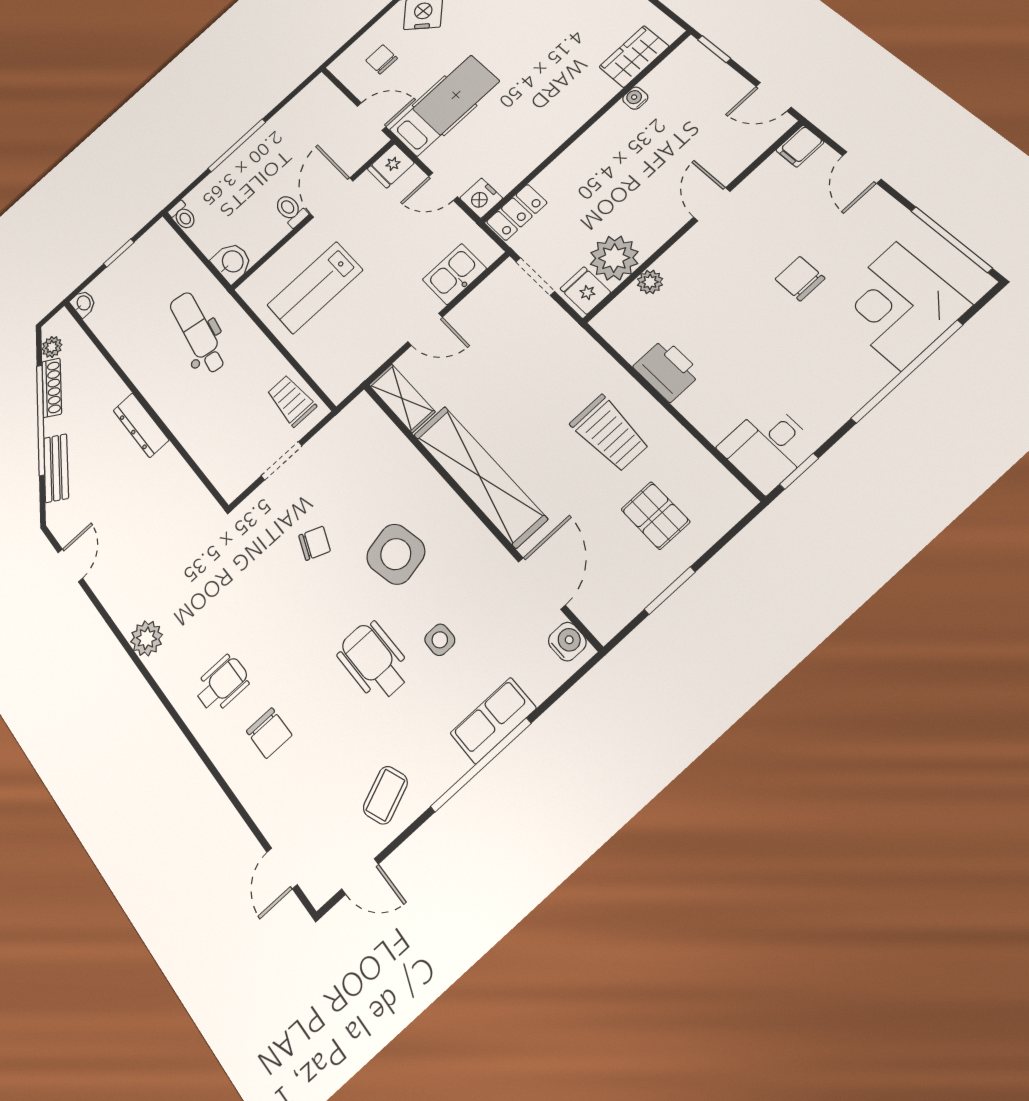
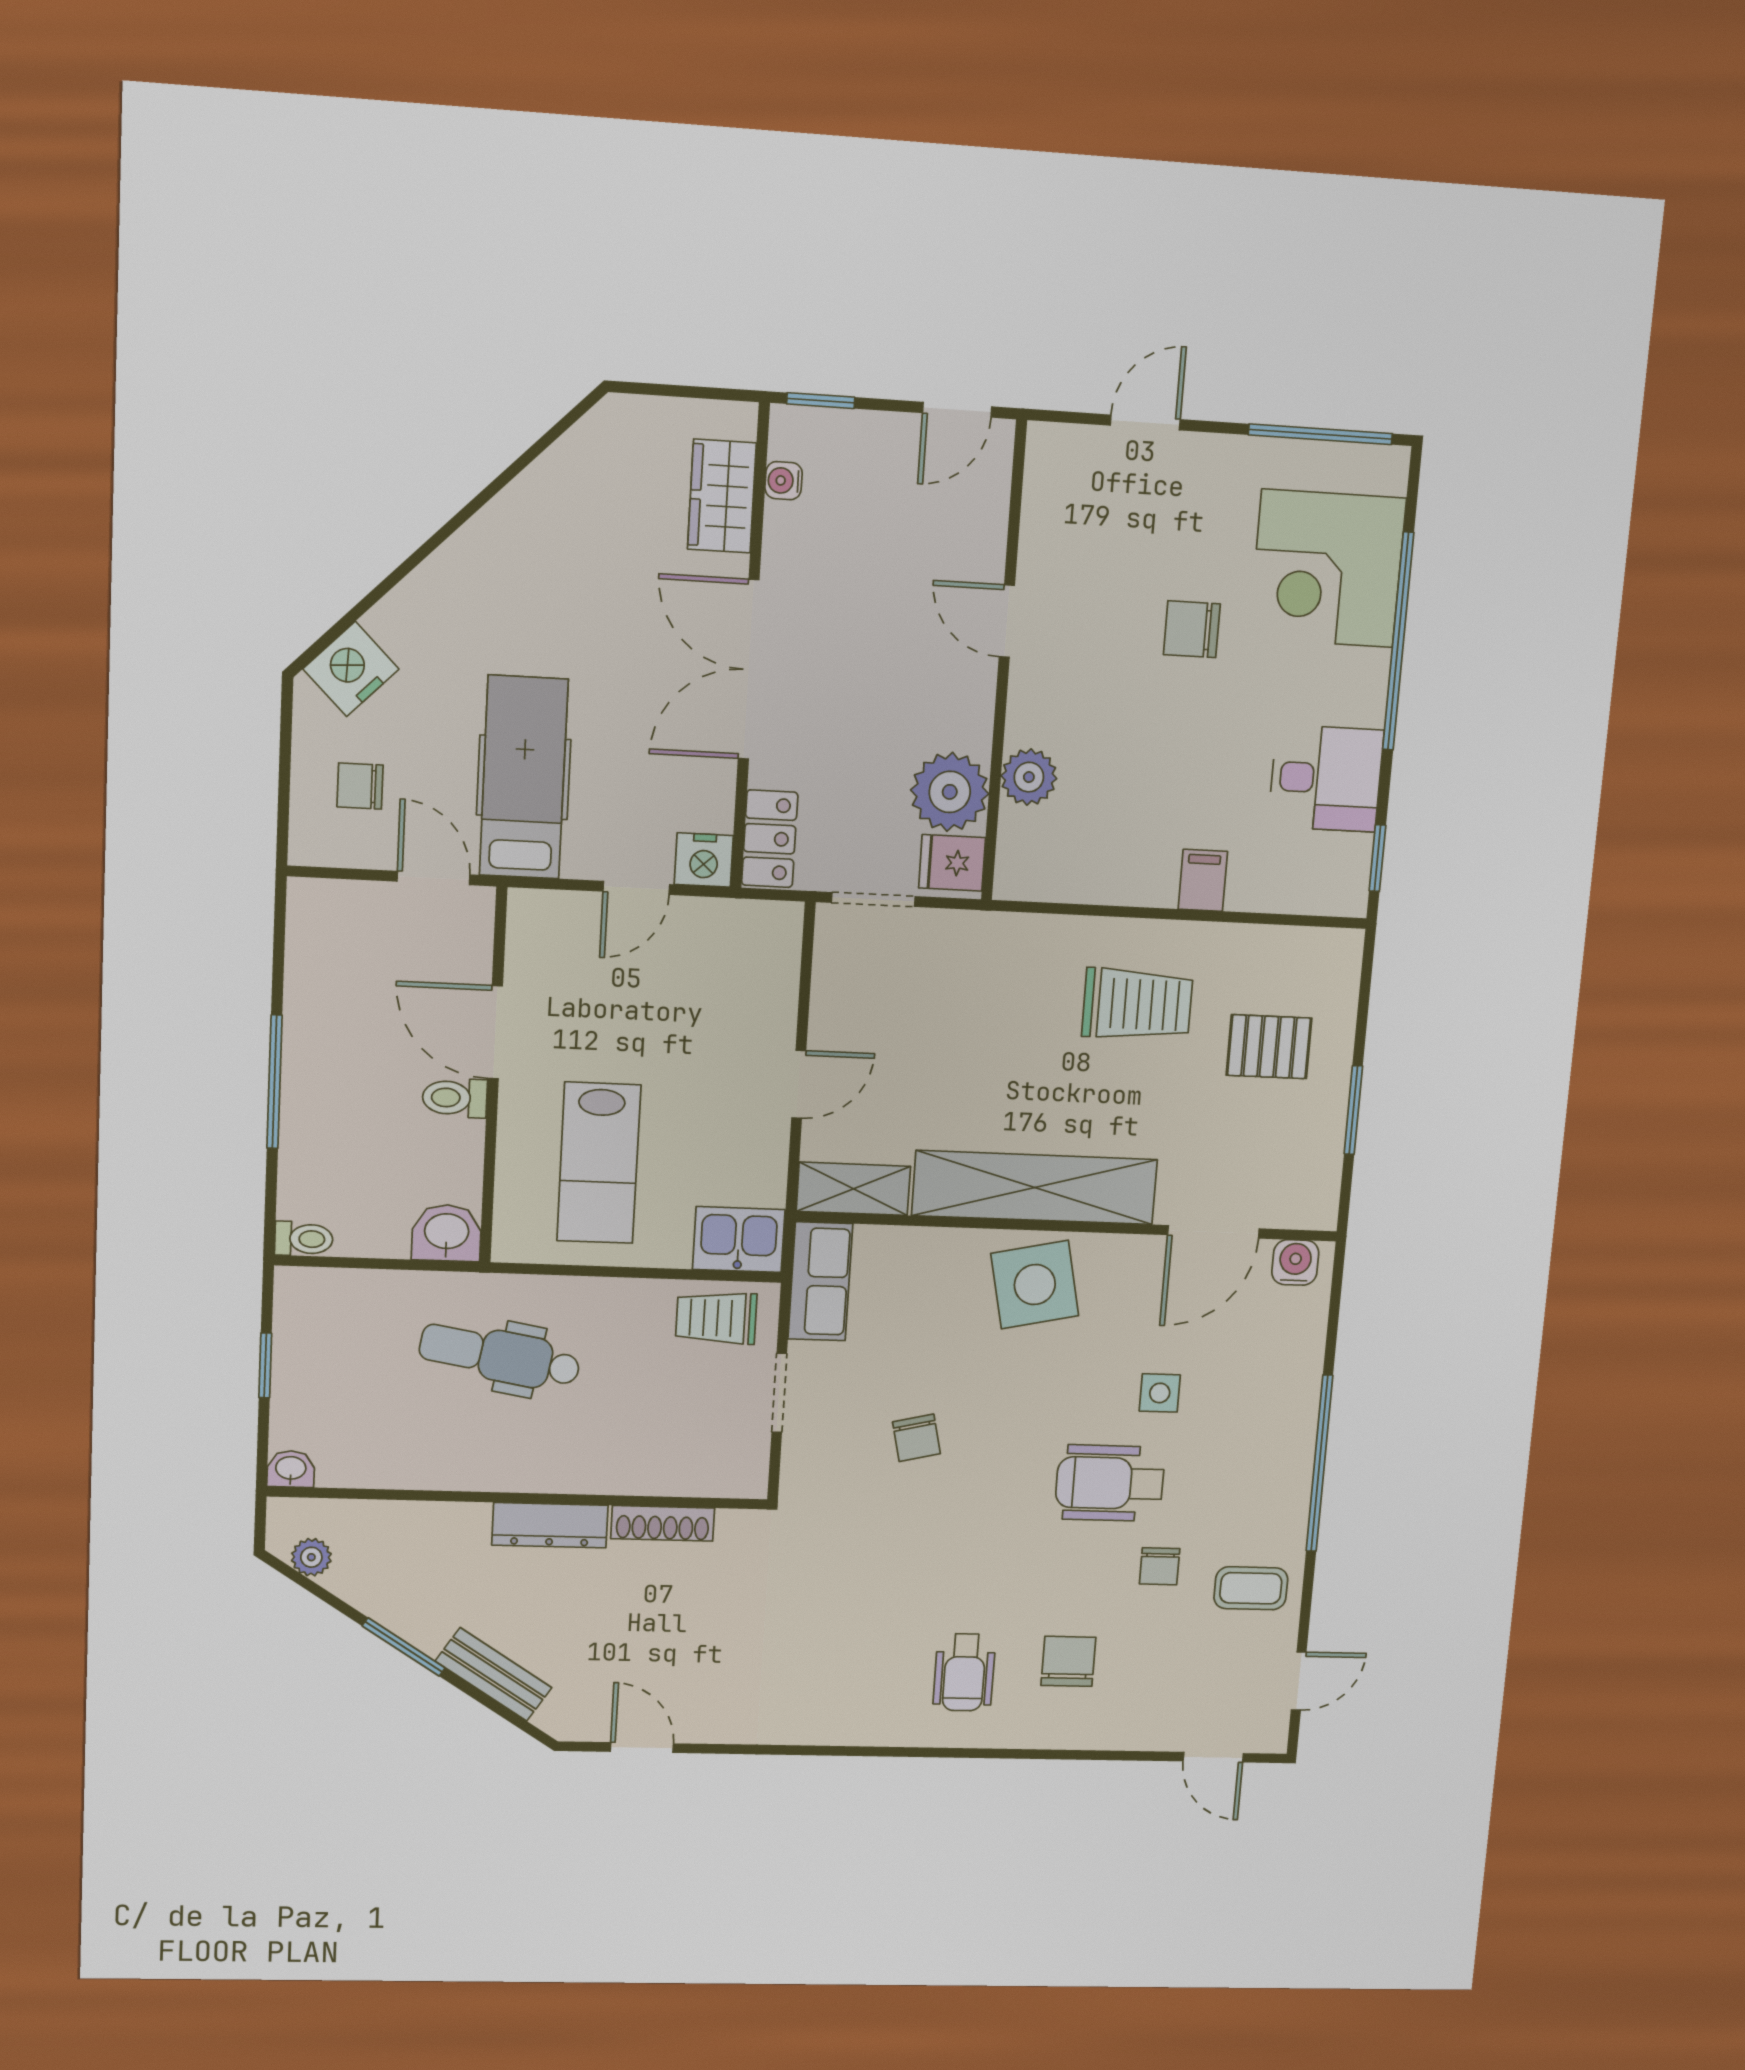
water cooler: (635, 98) -> (784, 481), moved
door: (372, 117) -> (434, 878), hinge flipped
double door: (577, 135) -> (749, 670), added
filing cabinet: (800, 146) -> (1203, 880), moved, turned 180
fridge: (391, 166) -> (534, 922), removed
door: (862, 167) -> (1145, 422), swing flipped
kitchen sink: (454, 274) -> (739, 1240), moved, turned 90
plant: (650, 282) -> (1029, 777), width x1.38, depth x1.38
printer: (667, 370) -> (1136, 873), removed
shoe rack: (52, 388) -> (663, 1523), moved, turned 147
window: (41, 420) -> (404, 1647), width x0.47
desk: (767, 447) -> (1326, 778), moved, turned -90
chair: (315, 543) -> (916, 1438), turned 145
side table: (396, 554) -> (1035, 1285), moved
door: (542, 583) -> (1213, 1232), swing flipped
plant: (147, 638) -> (825, 1720), removed
wheelchair: (222, 684) -> (964, 1672), turned 180
row of seats: (493, 721) -> (820, 1281), moved, turned 180
chair: (355, 732) -> (1160, 1566), added
chair: (269, 733) -> (1068, 1661), turned -90
coffee table: (385, 795) -> (1251, 1588), turned -68

